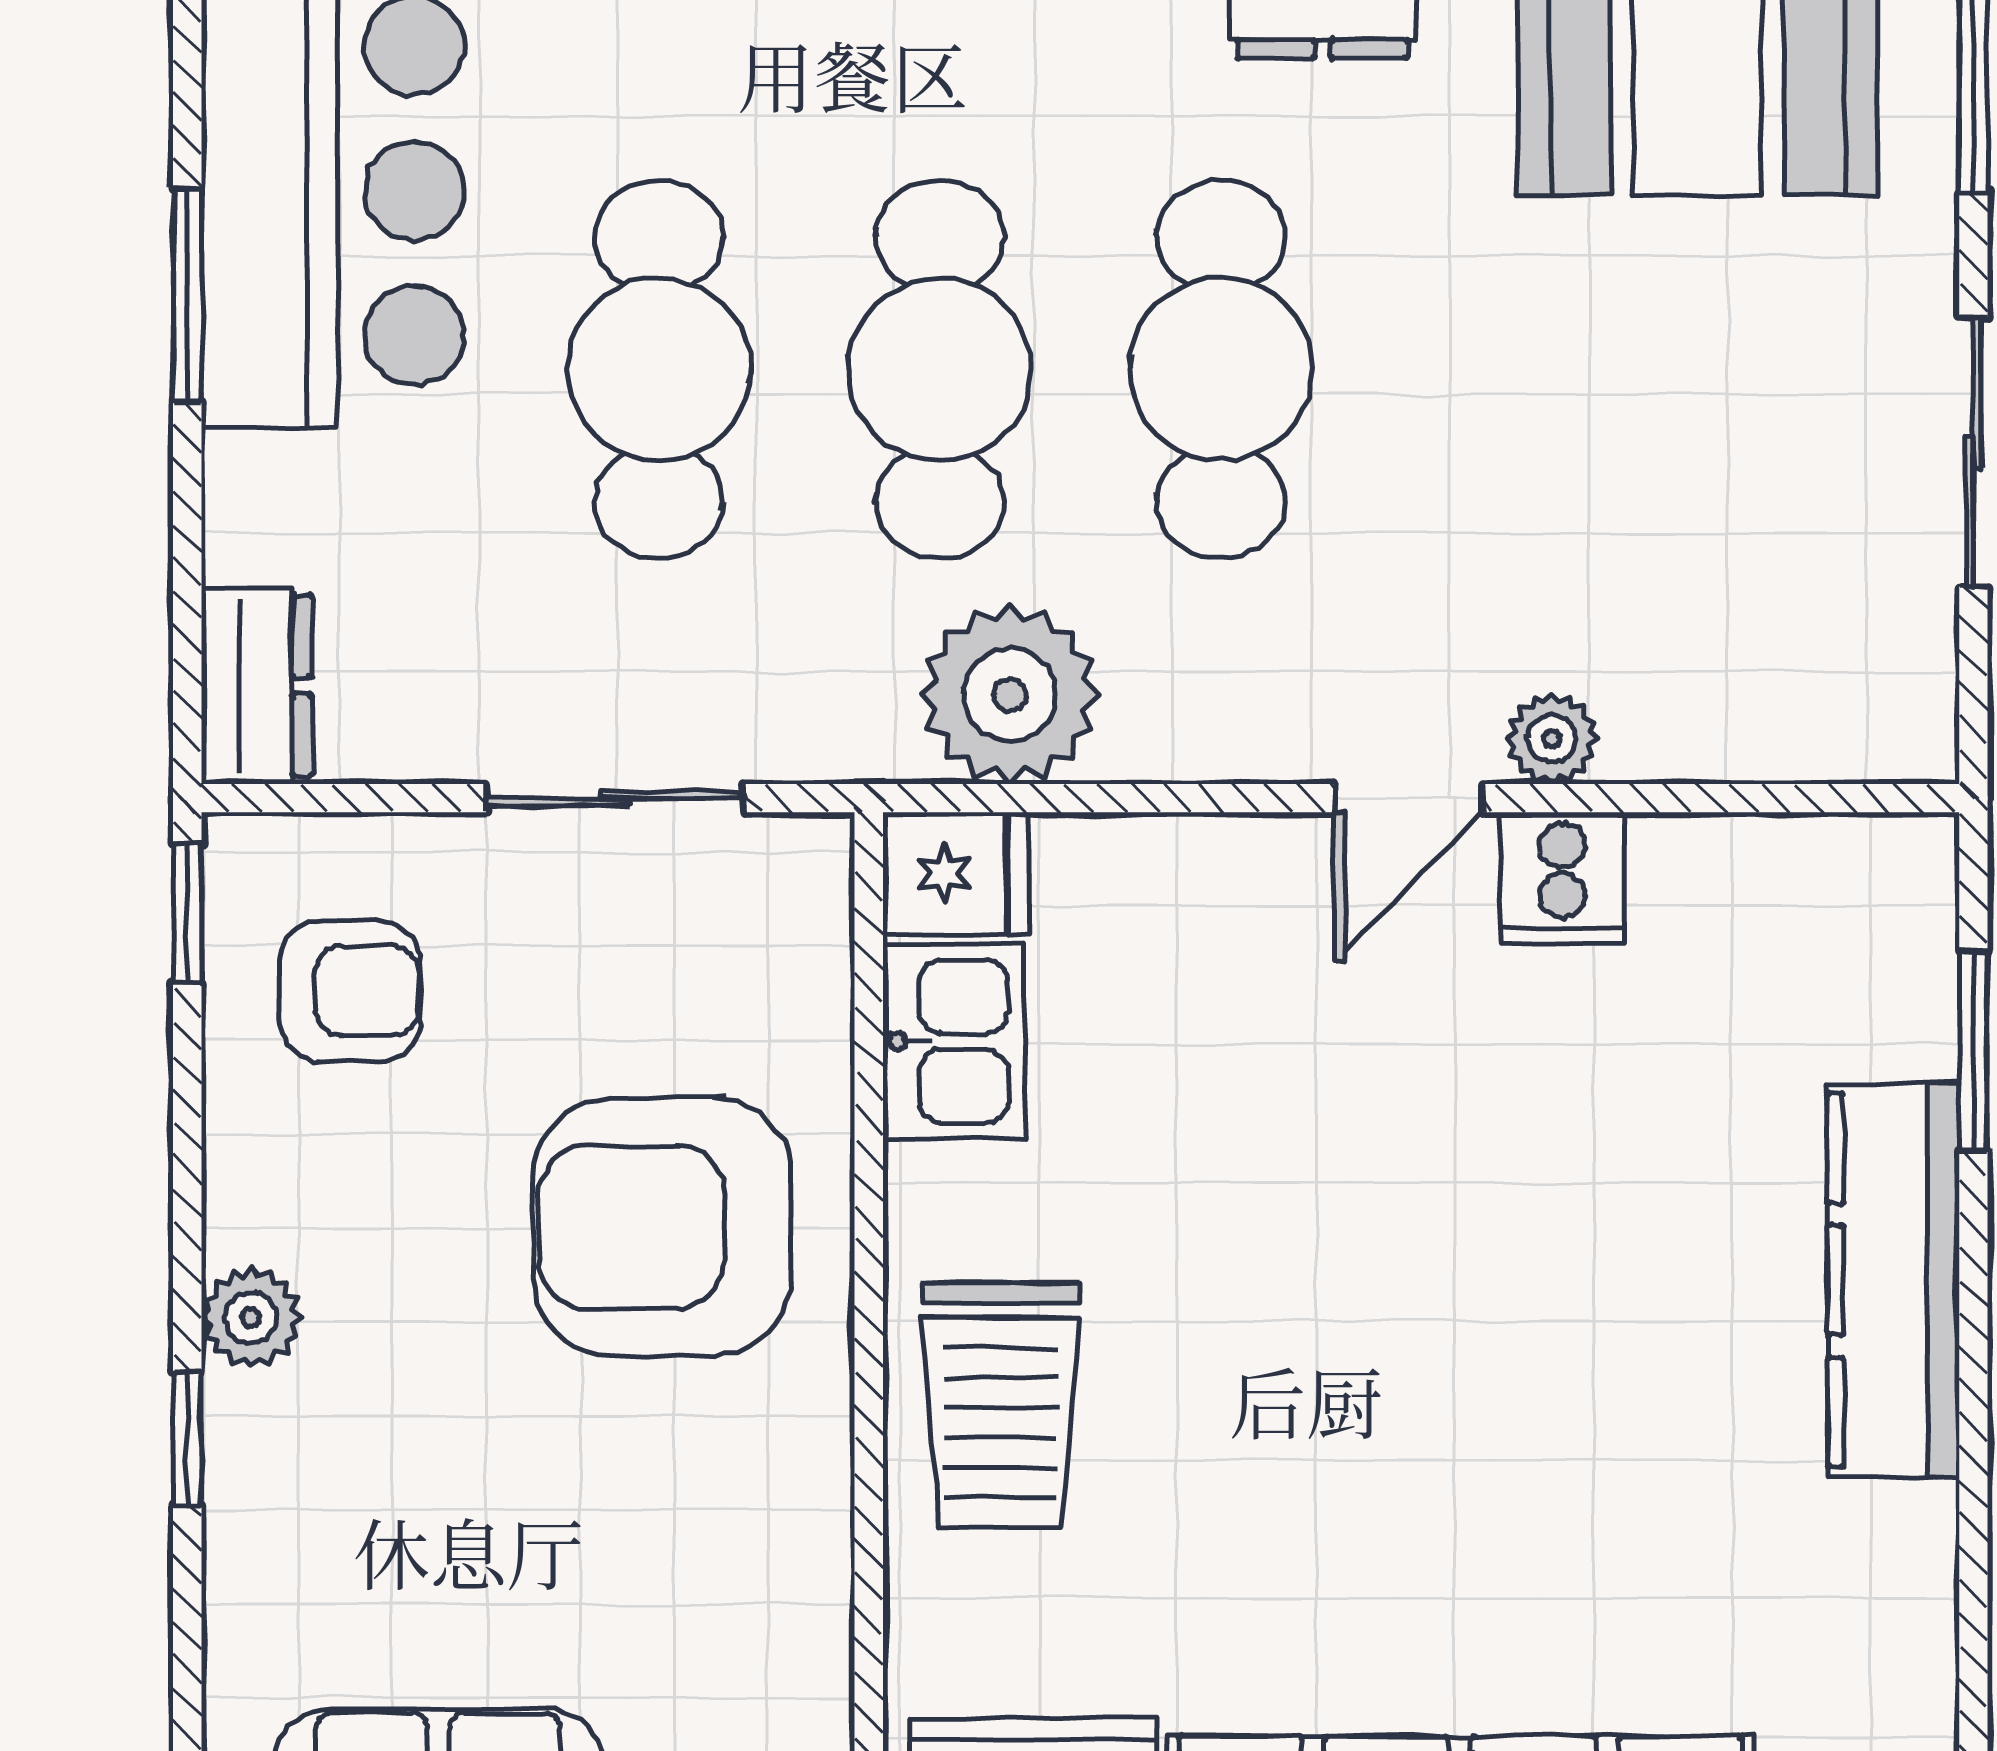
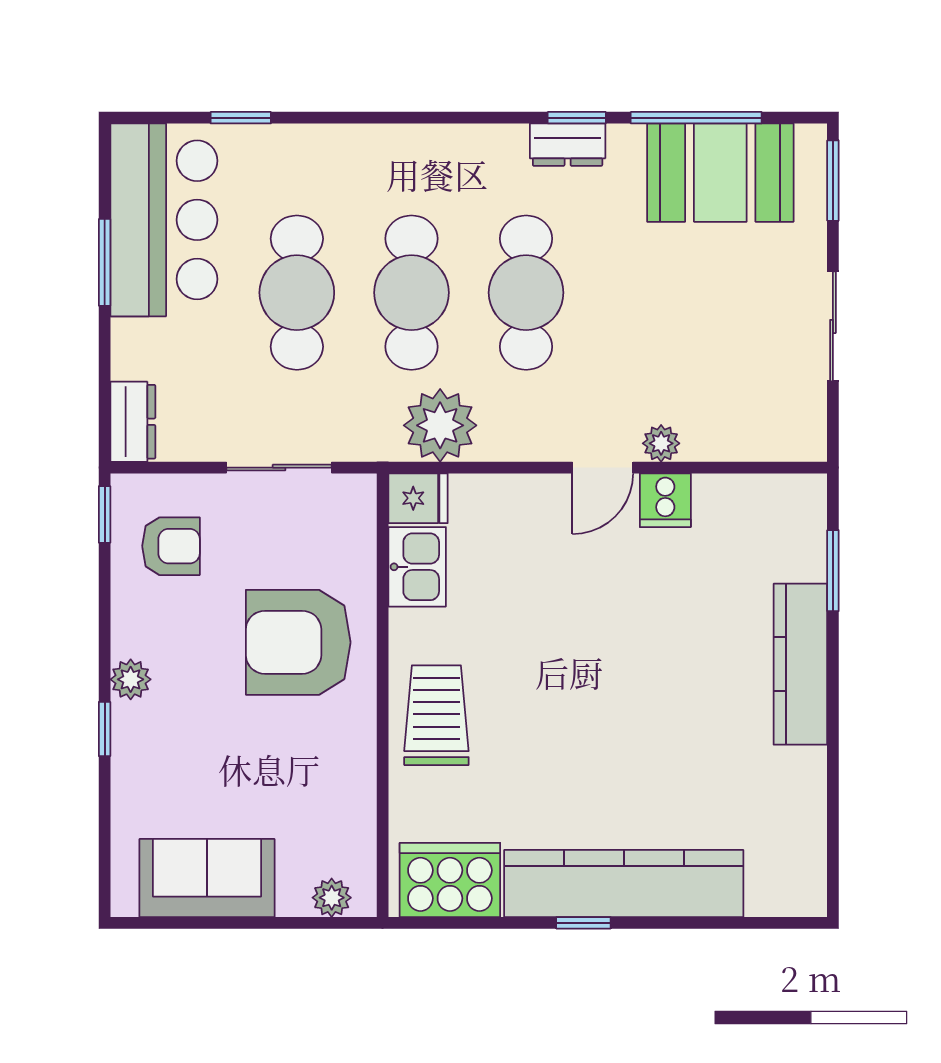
trolley: (1001, 1405) -> (436, 715), turned 180

